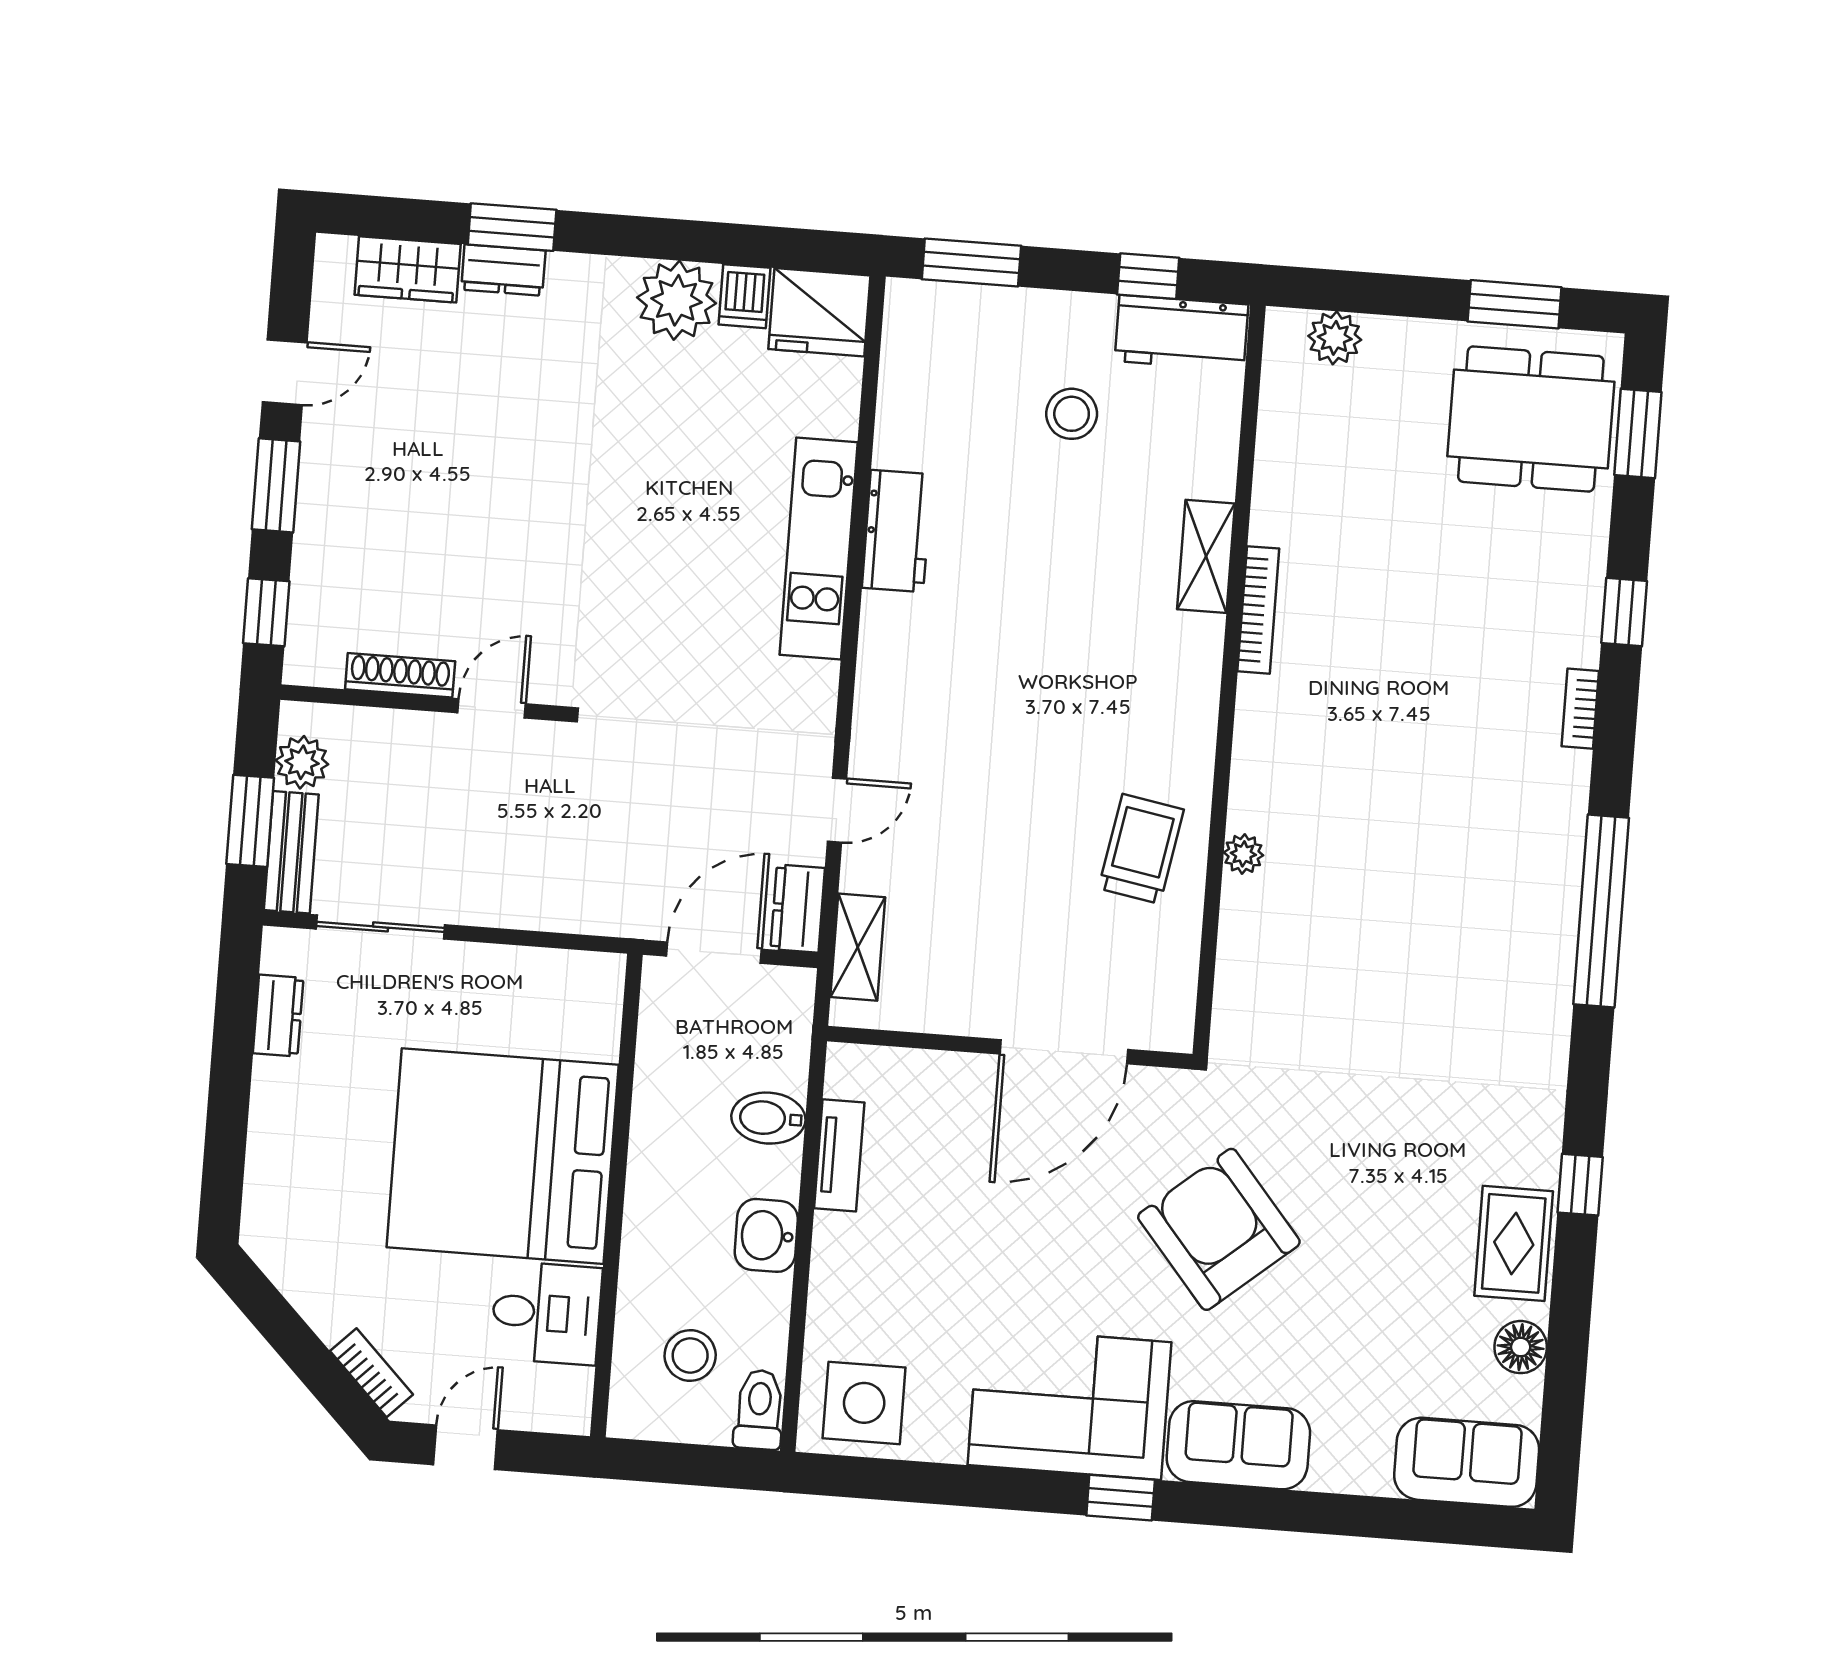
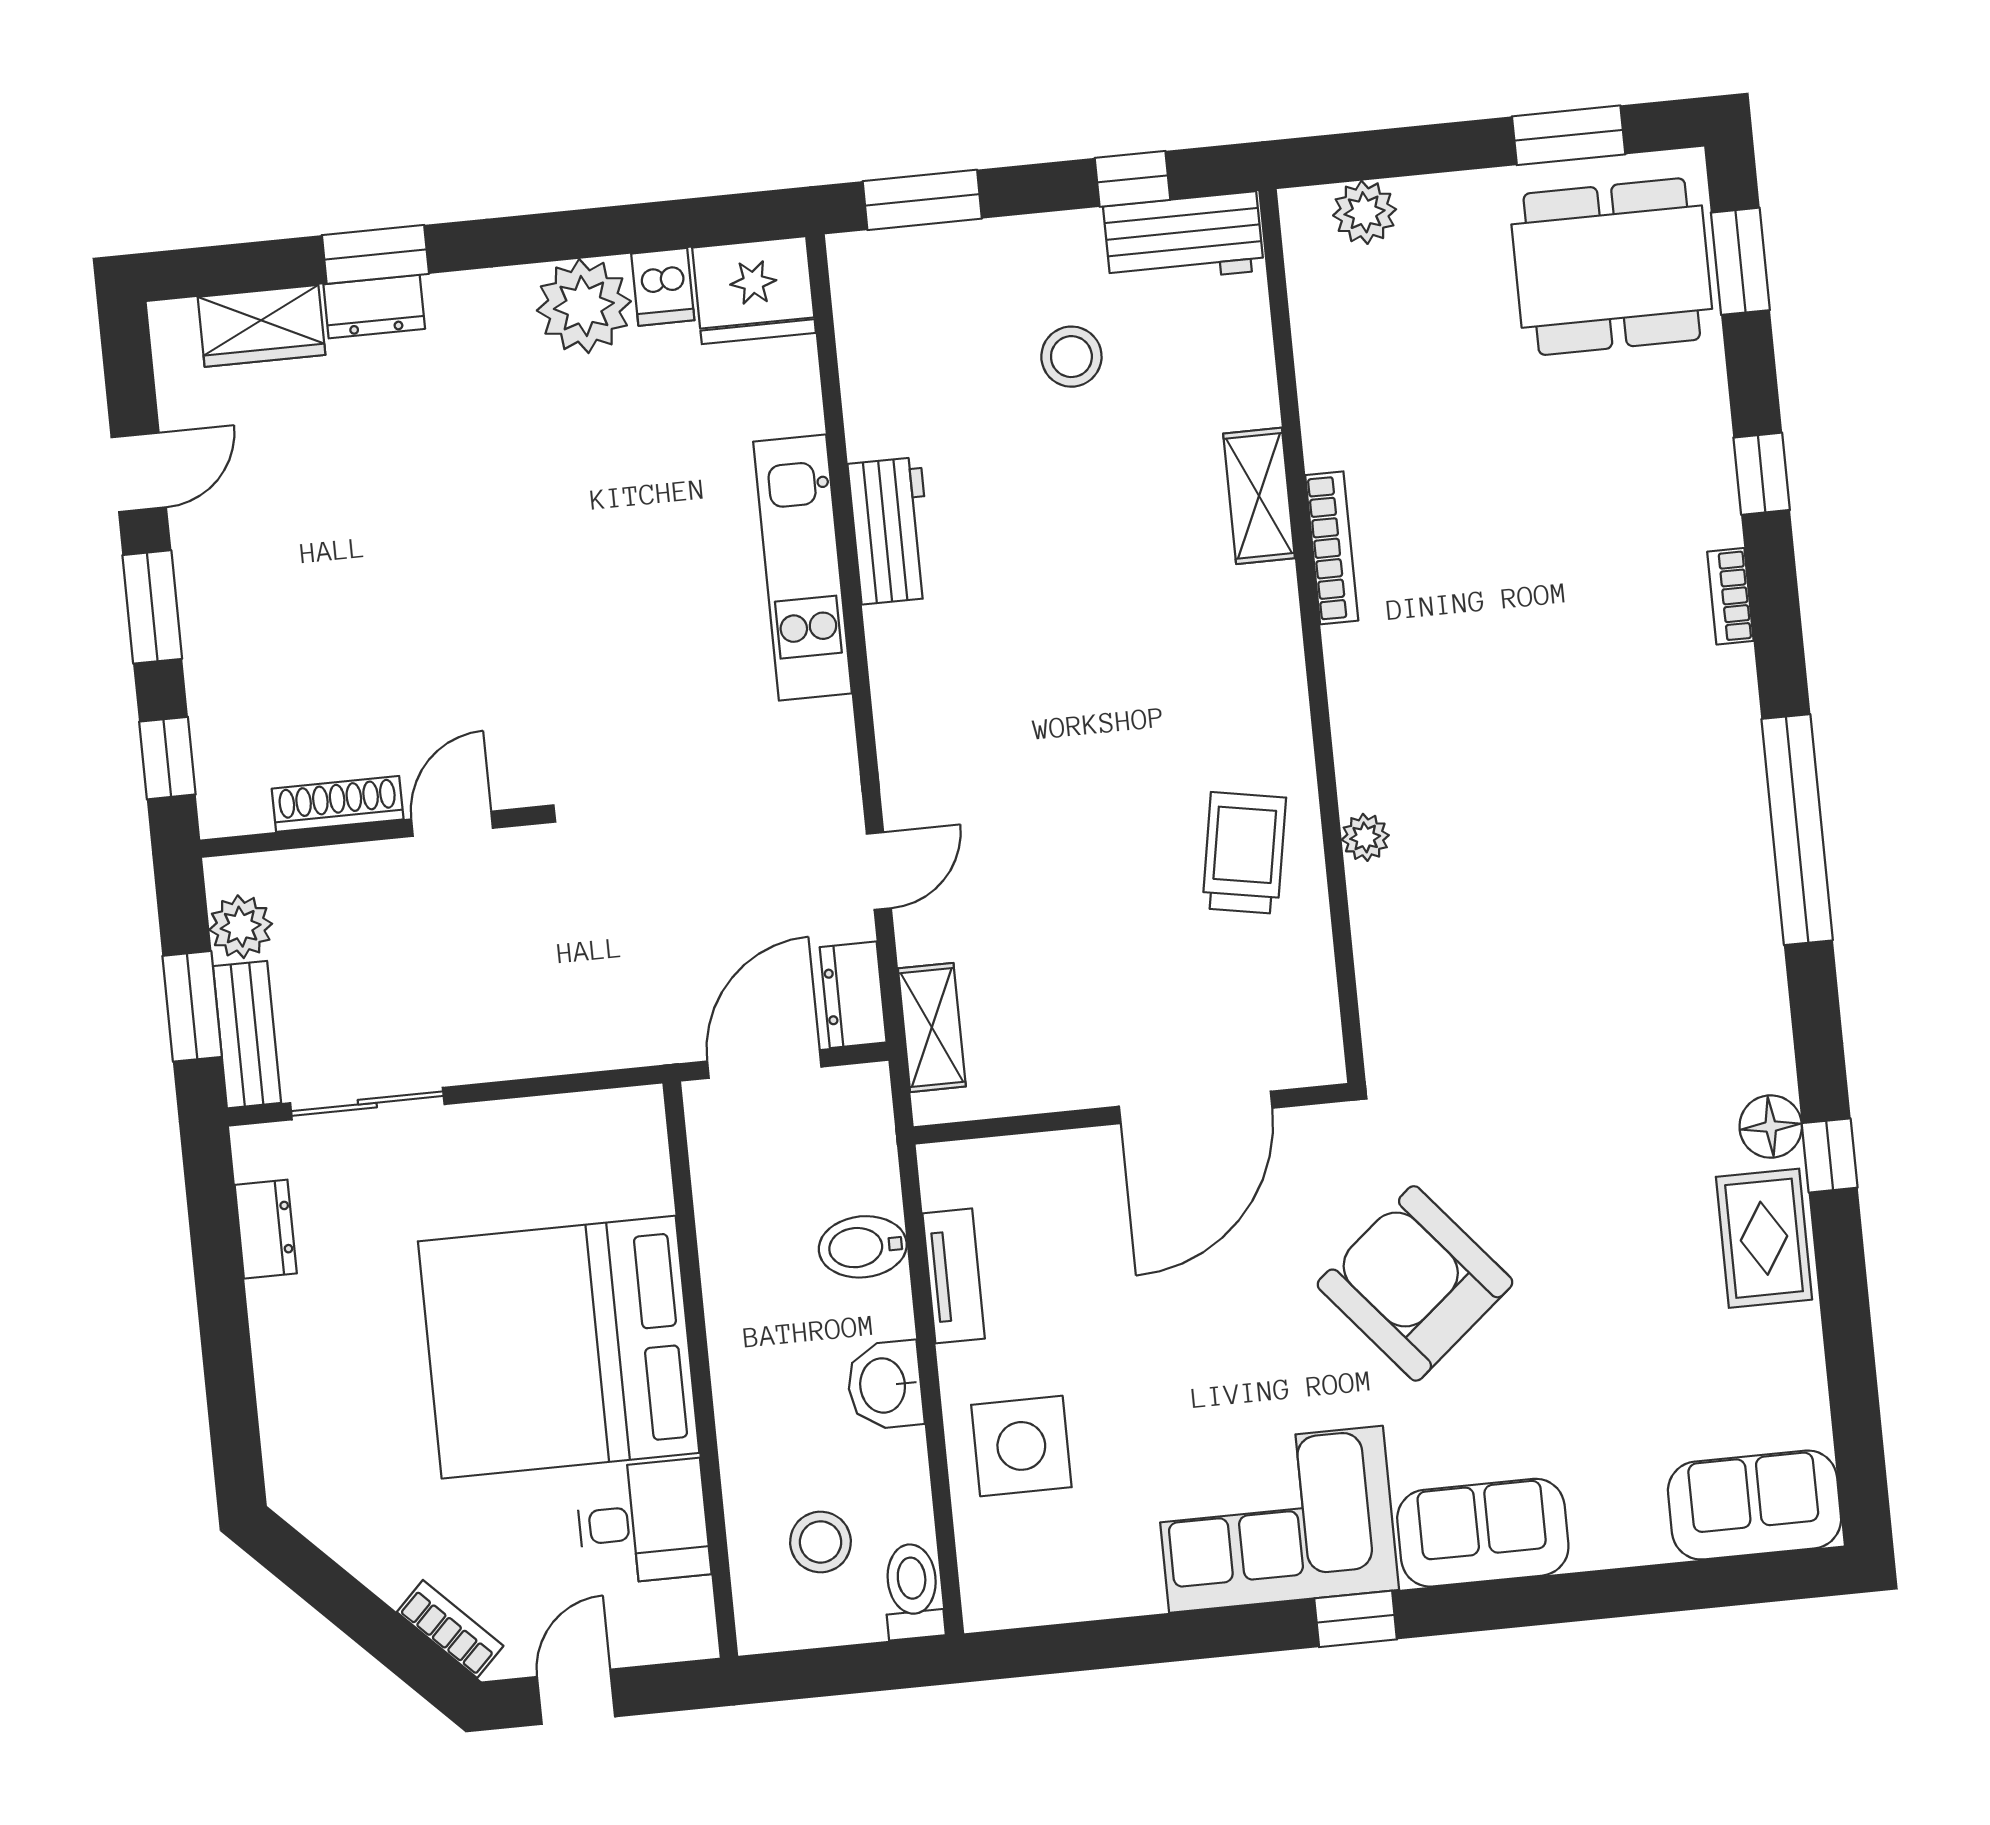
floor lamp: (1521, 1347) -> (1771, 1127), moved
side table: (864, 1403) -> (1021, 1446), moved

